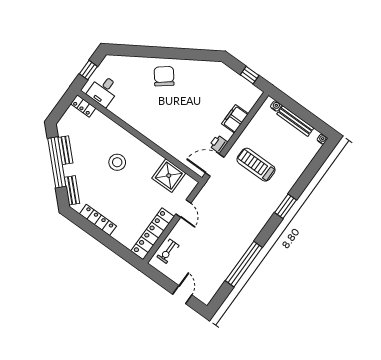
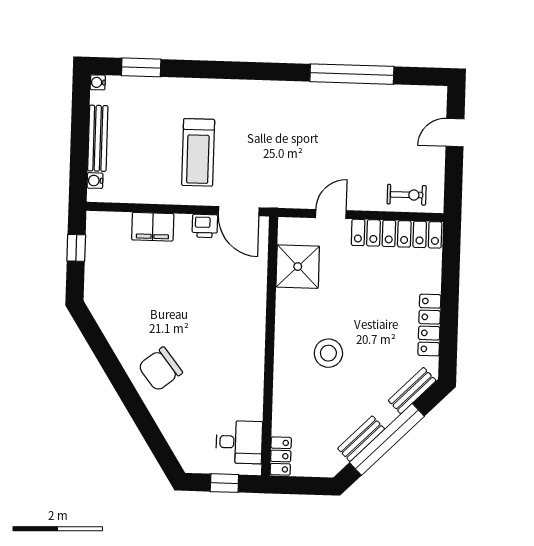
window: (286, 206) -> (141, 67), moved

